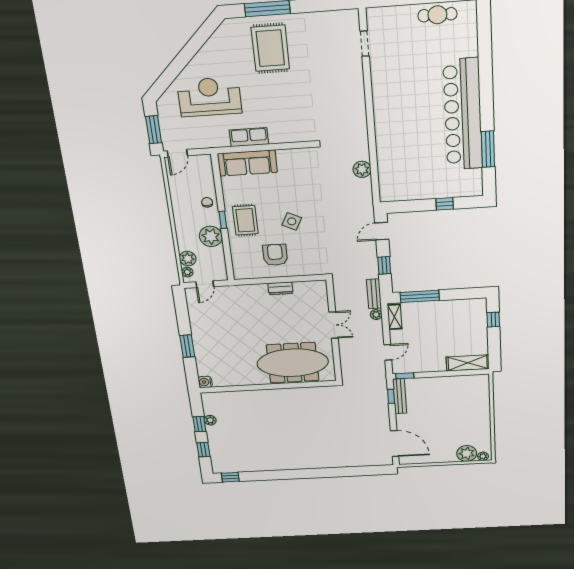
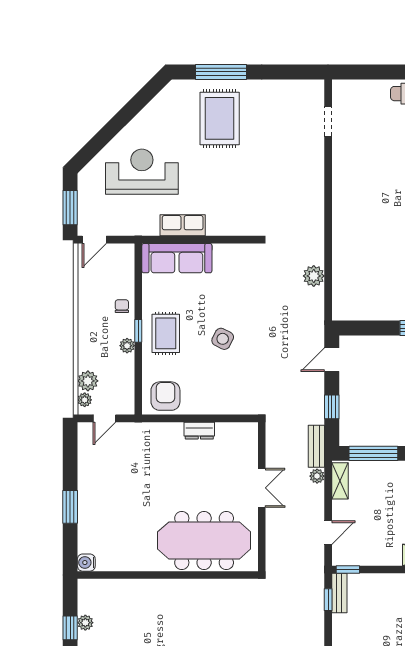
plant: (211, 236) -> (127, 346), width x0.53, depth x0.53
armchair: (275, 255) -> (165, 396), moved
bench: (400, 396) -> (339, 593), width x0.73

